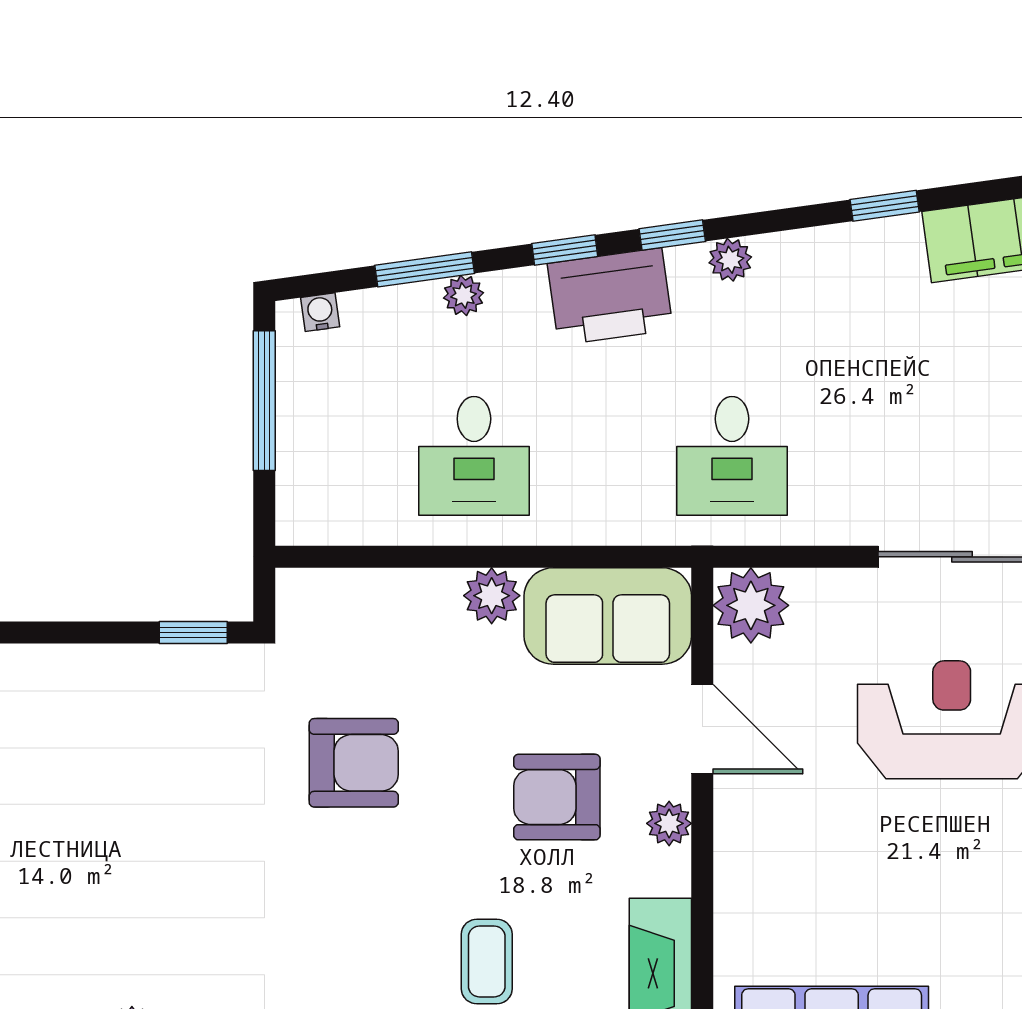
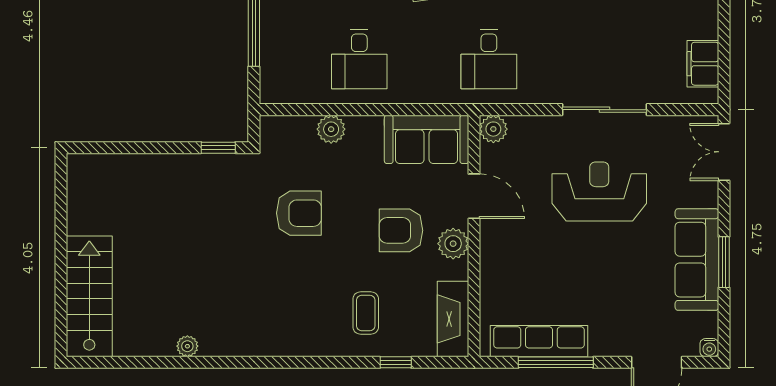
plant: (492, 596) -> (331, 129), moved
plant: (751, 605) -> (493, 129), width x0.73, depth x0.73
plant: (669, 823) -> (453, 244), width x1.38, depth x1.38

